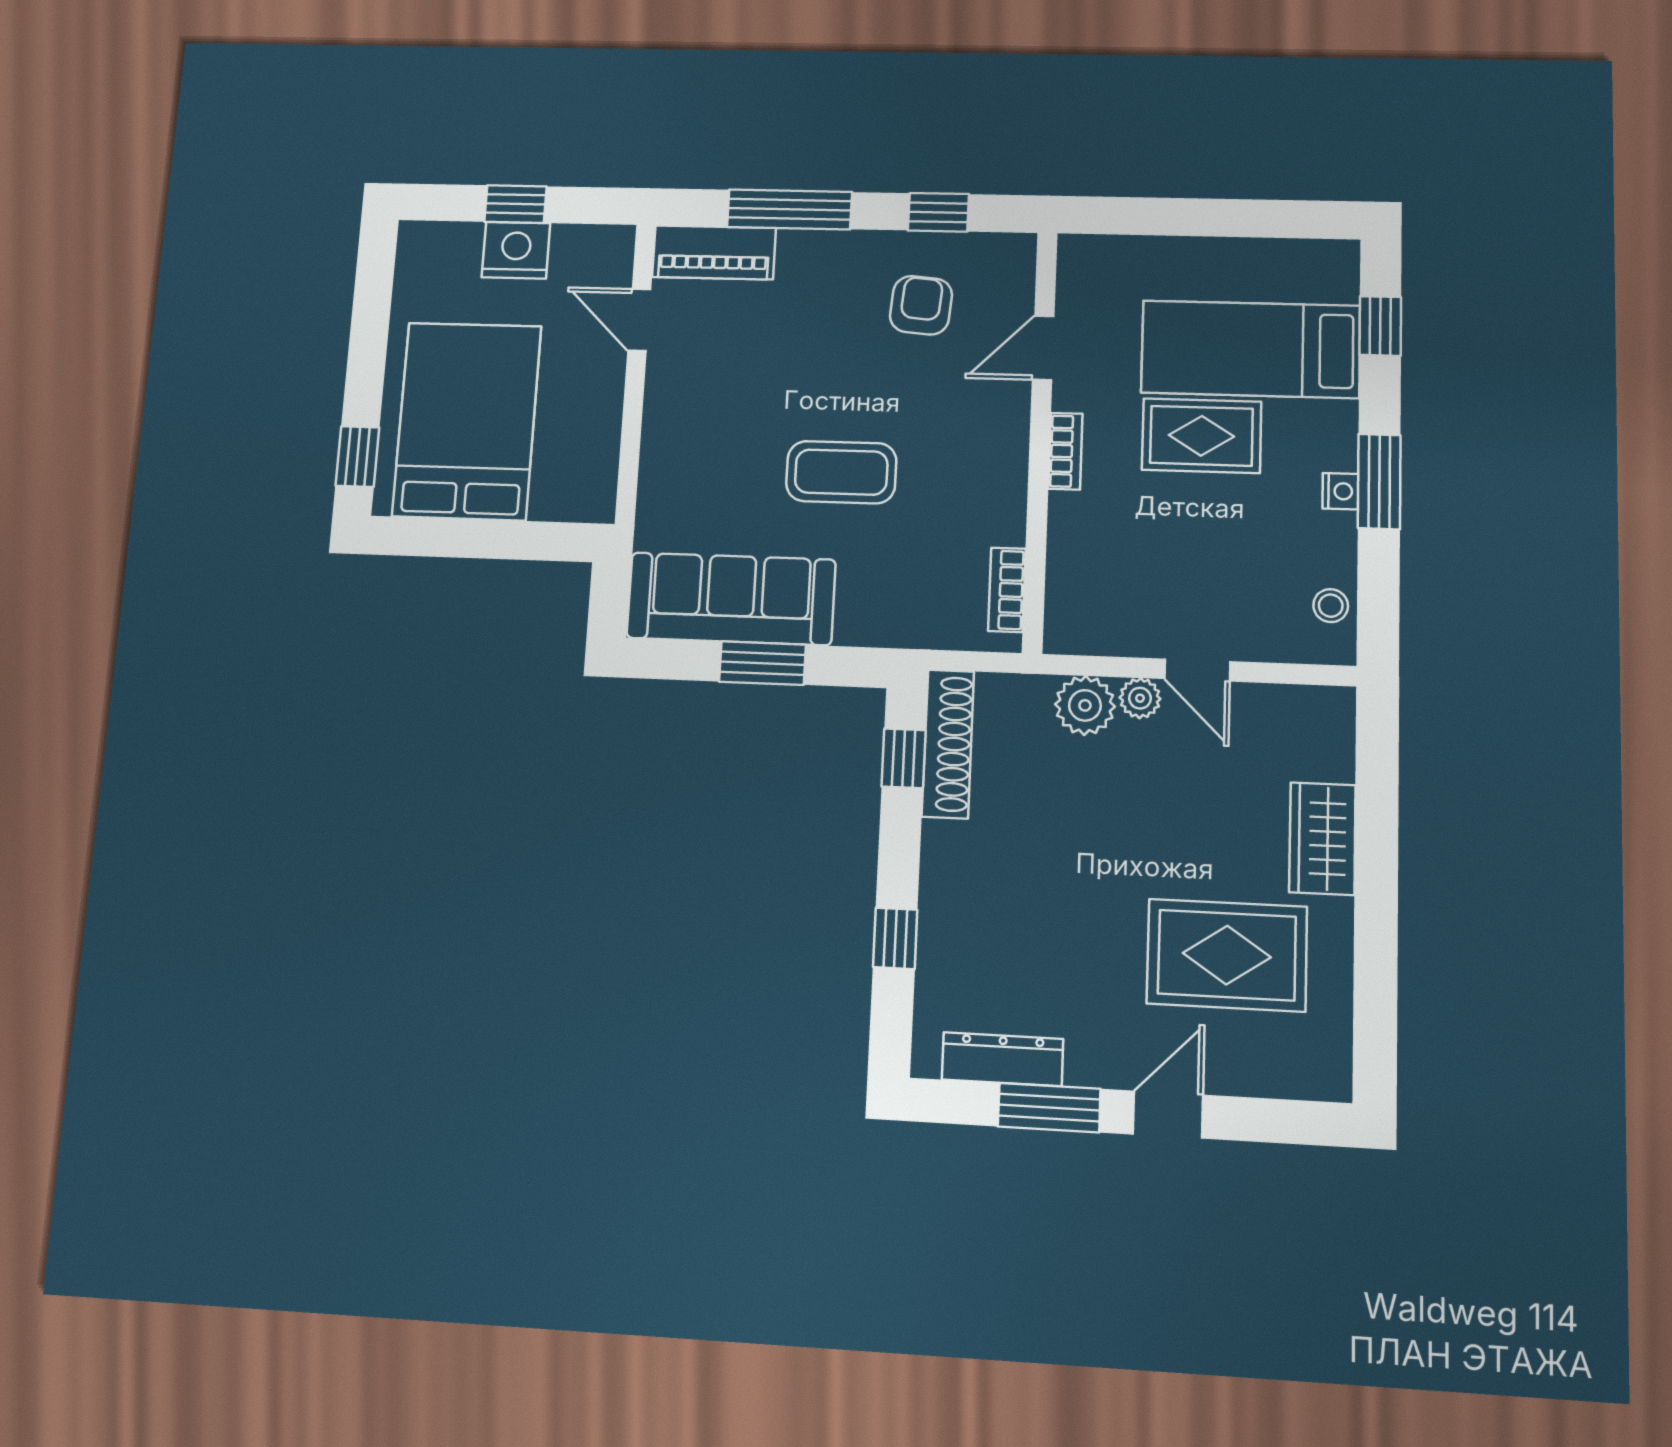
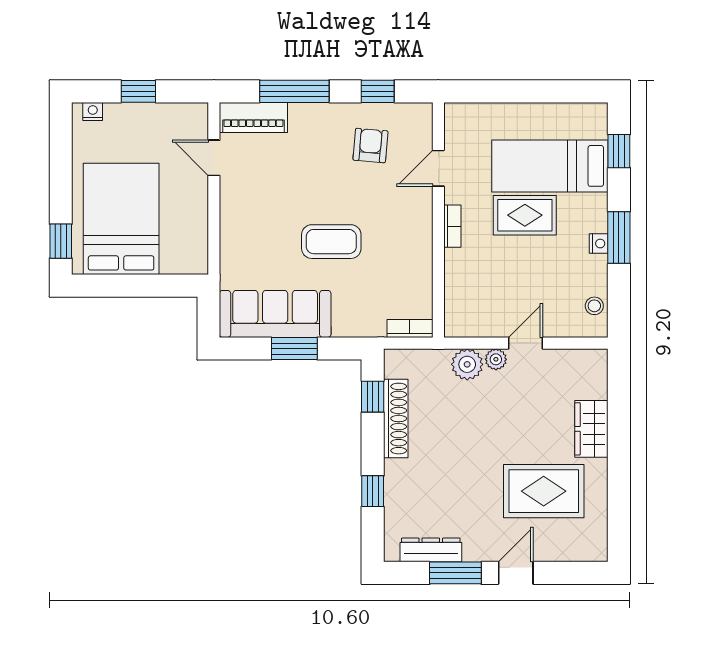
nightstand: (516, 250) -> (93, 111), moved, width x0.53, depth x0.56
bookcase: (1007, 590) -> (410, 328), moved, turned 90
door: (1197, 670) -> (525, 343), swing flipped
shoe rack: (948, 744) -> (396, 419), moved

